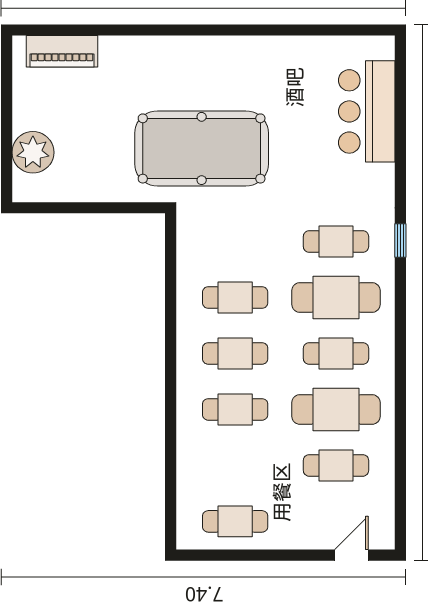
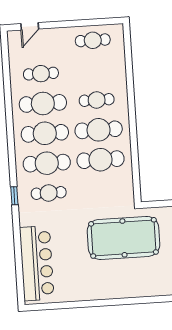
bar counter: (367, 111) -> (37, 263), width x1.36
cafe table: (235, 297) -> (100, 160), width x1.37, depth x1.35
cafe table: (235, 353) -> (99, 130), width x1.37, depth x1.35
cafe table: (336, 353) -> (45, 133), width x1.37, depth x1.35

